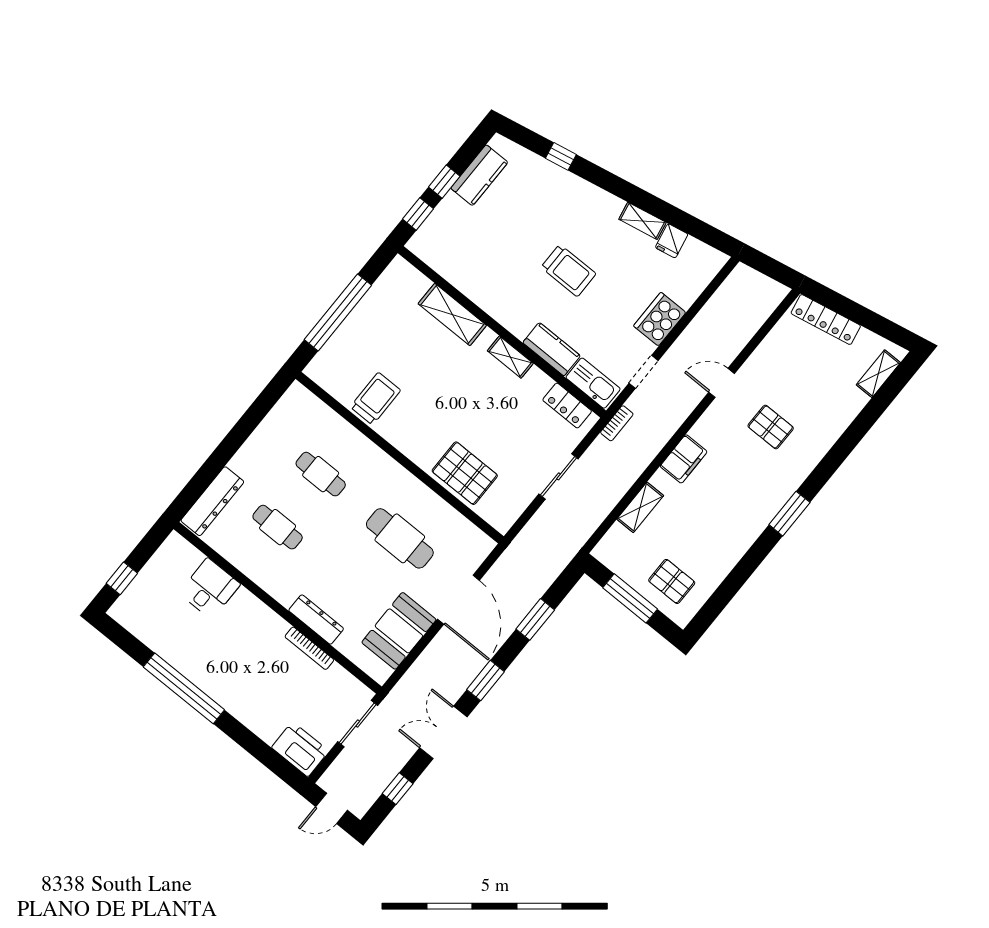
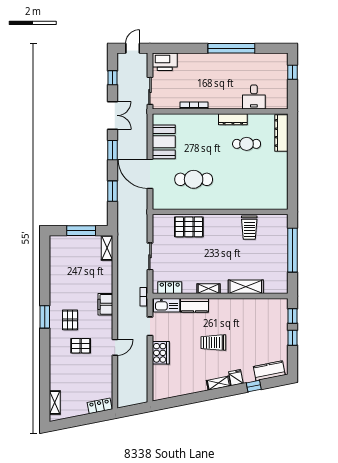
kitchen counter: (479, 175) -> (269, 371), moved, turned 79
shelving: (642, 221) -> (218, 383), moved
fridge: (672, 241) -> (236, 378), moved
locker: (826, 319) -> (100, 406), width x0.66
cafe table: (321, 474) -> (247, 179), removed
shelving: (640, 507) -> (107, 248), moved
pallet: (672, 581) -> (70, 320), moved, turned 90
dresser: (316, 620) -> (233, 119), moved

